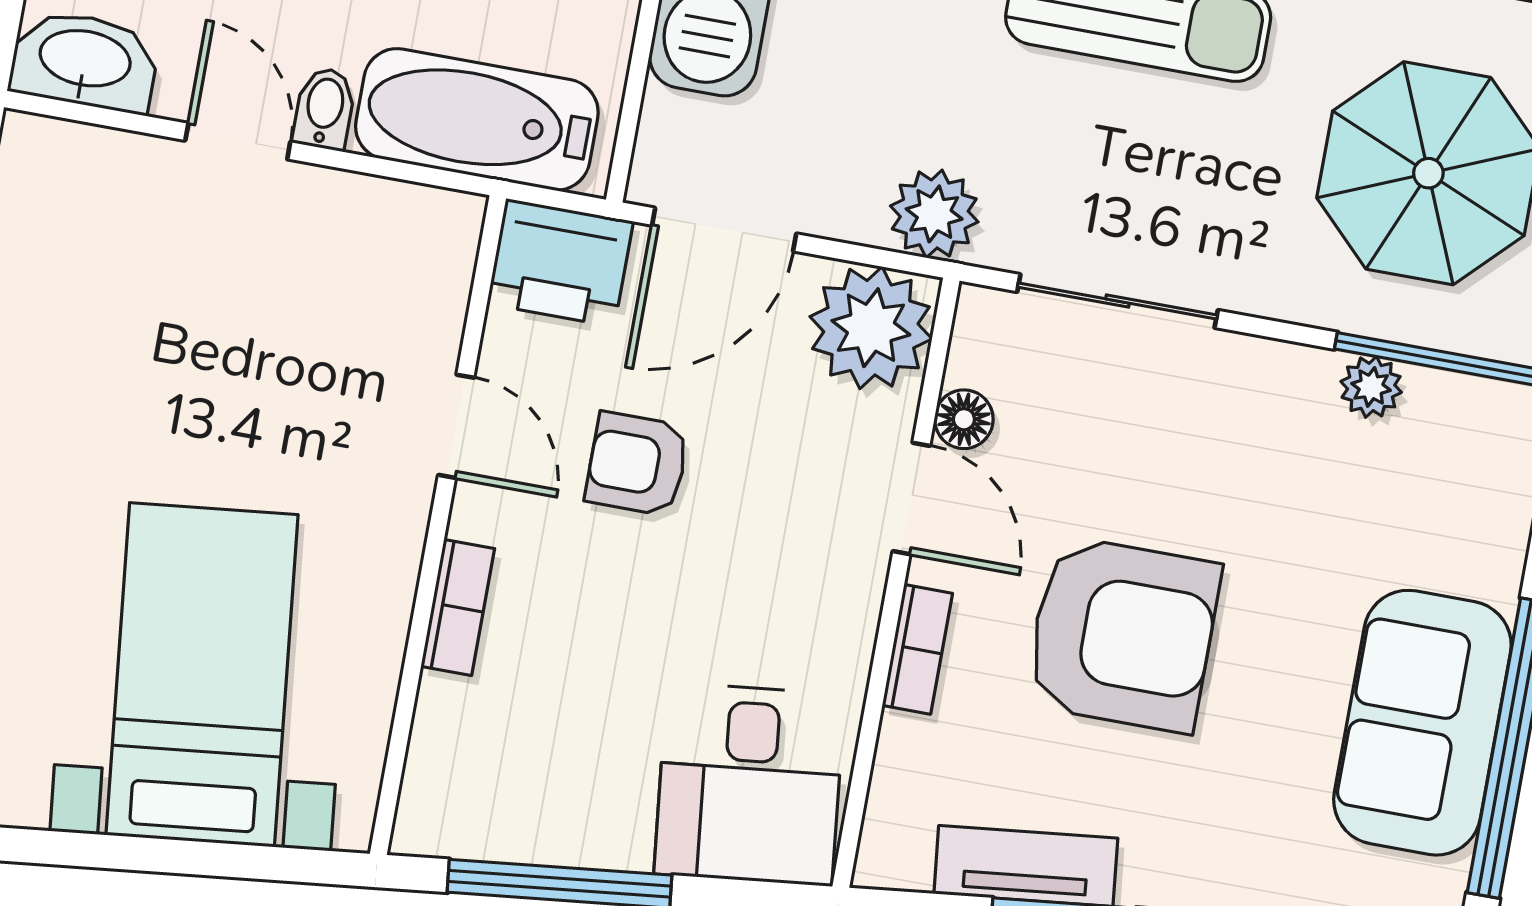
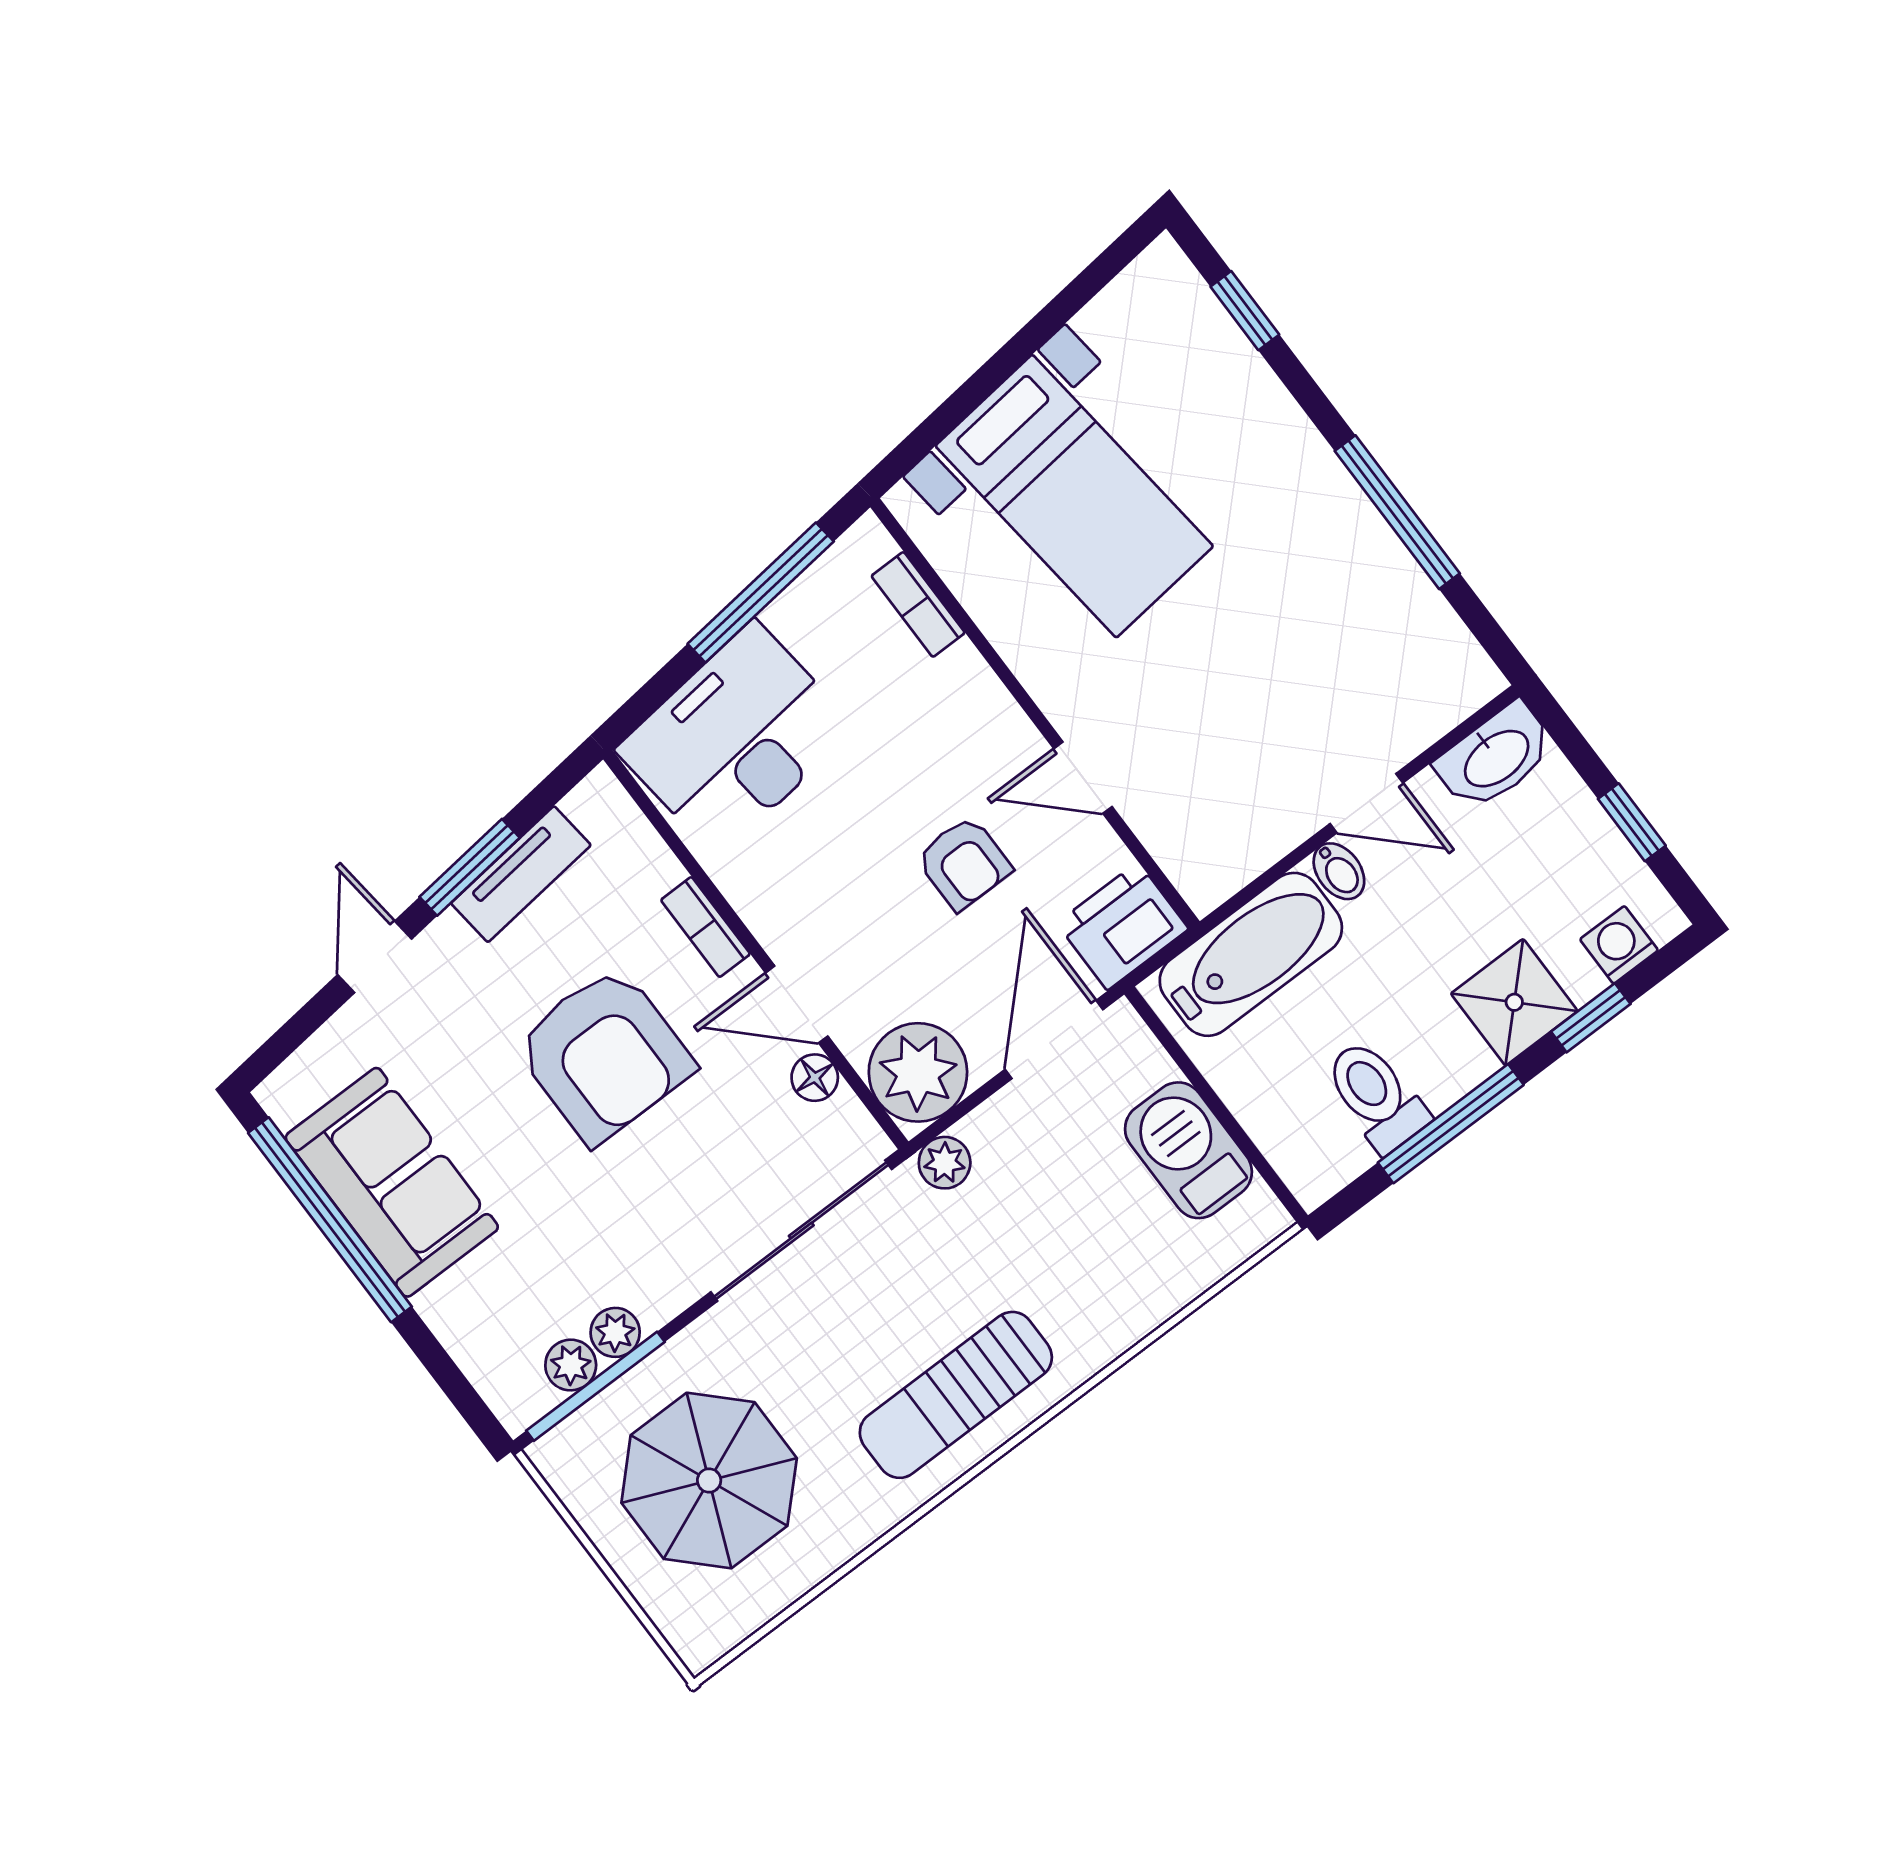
plant: (934, 214) -> (945, 1163), width x0.73, depth x0.73
sliding door: (1118, 301) -> (801, 1231), width x1.37
plant: (1439, 400) -> (571, 1365), added
armchair: (637, 464) -> (964, 863), turned 90
bookcase: (458, 607) -> (918, 604), moved
armchair: (1123, 634) -> (604, 1055), turned -90
desk: (749, 784) -> (736, 739), width x1.37

